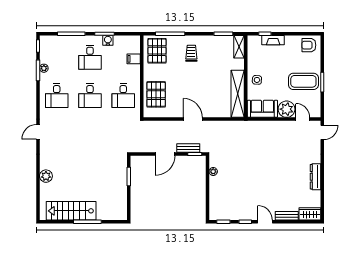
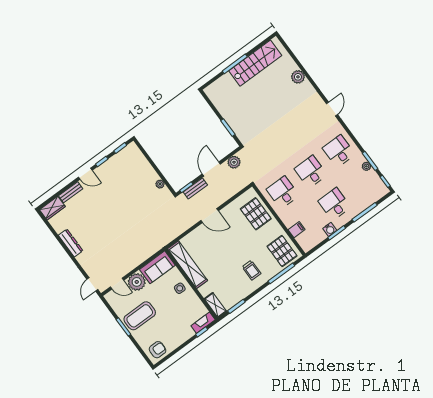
fireplace: (273, 40) -> (203, 323), moved
plant: (144, 146) -> (234, 162), added

